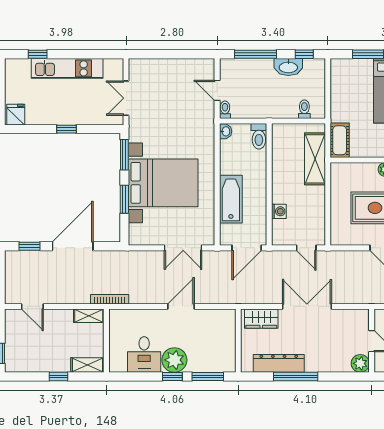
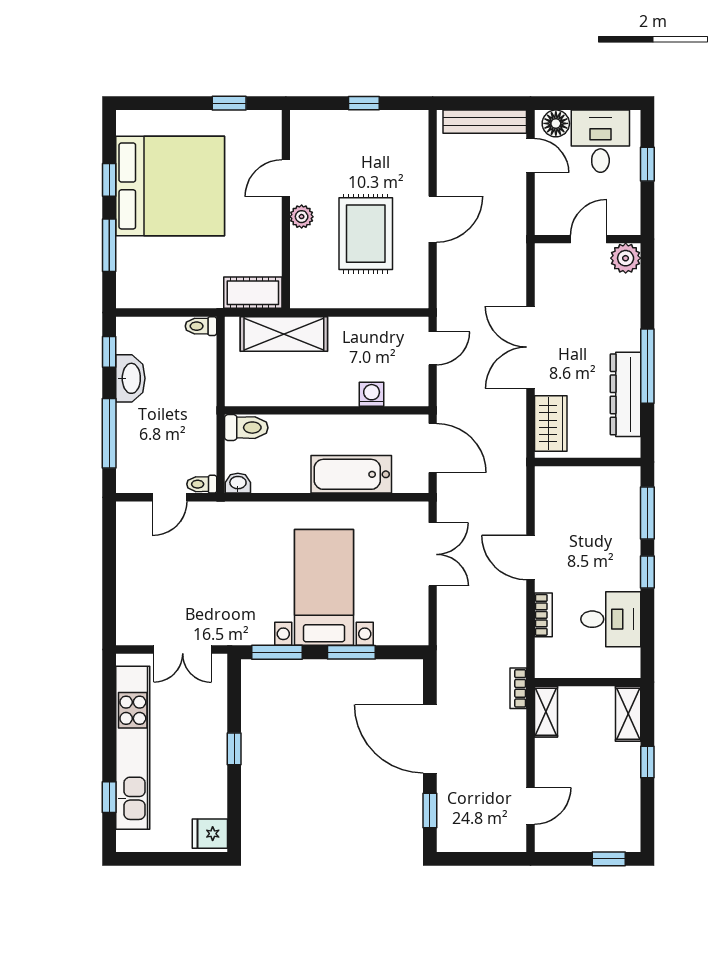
kitchen unit: (67, 68) -> (133, 748), width x1.36
toilet: (304, 109) -> (201, 326), moved
bed with nightstands: (163, 183) -> (324, 587), width x0.73
bookcase: (110, 299) -> (518, 688), width x0.64
bookcase: (147, 314) -> (543, 615), added
plant: (174, 360) -> (620, 569), removed

